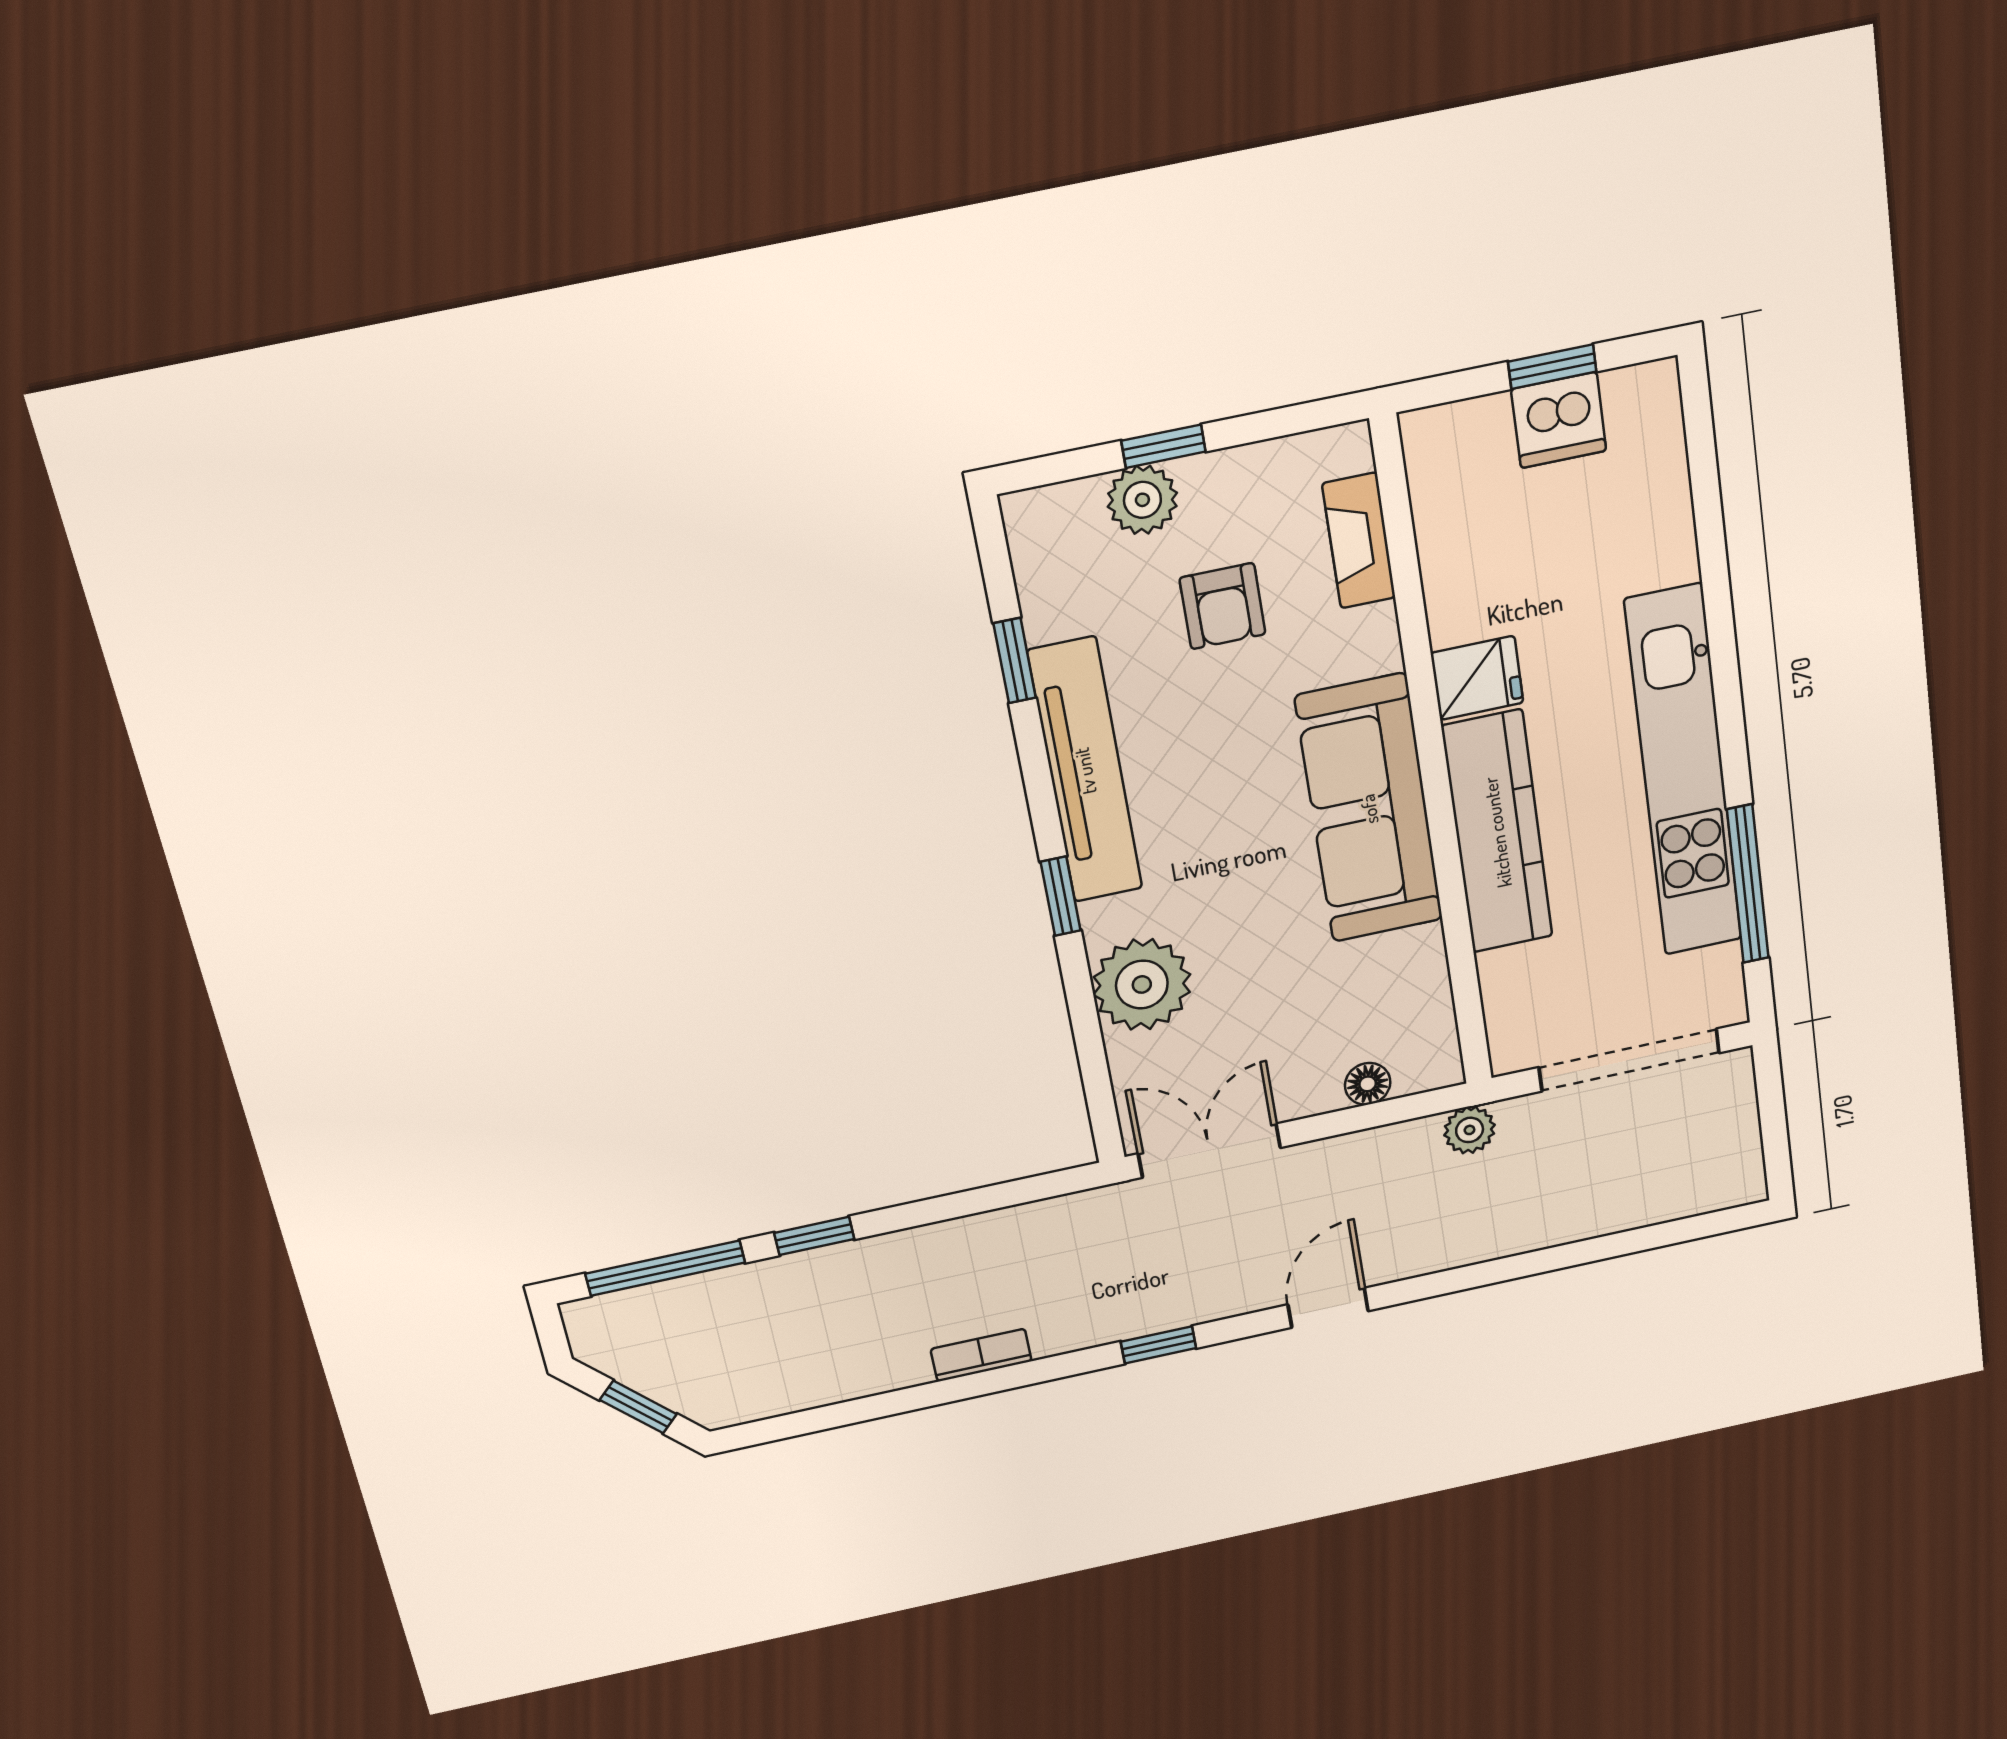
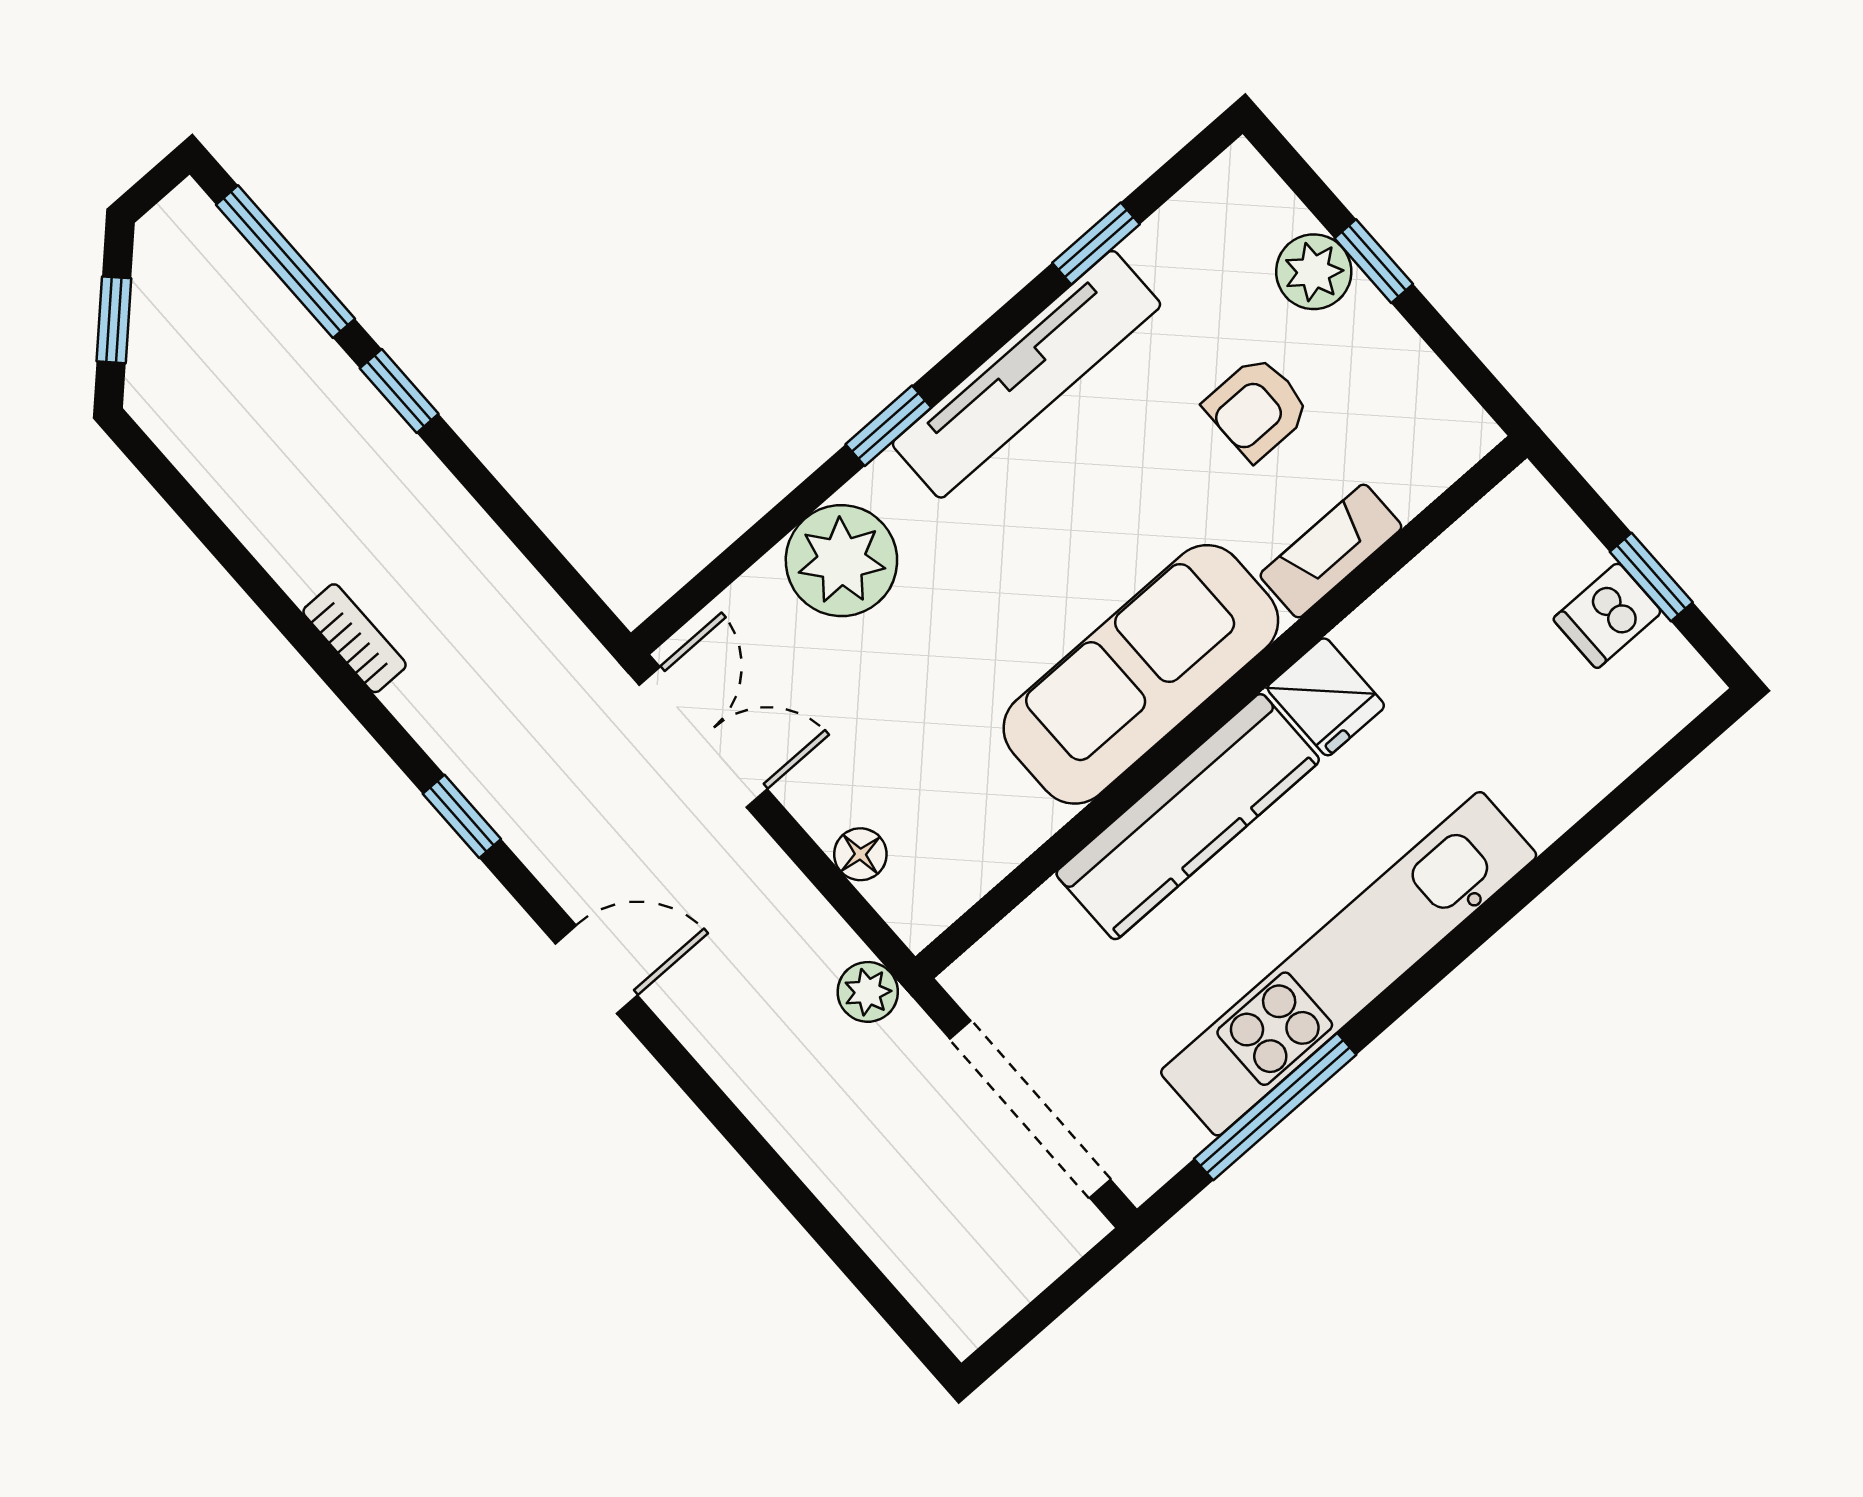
dishwasher: (1559, 420) -> (1607, 615), width x0.73
fireplace: (1359, 541) -> (1331, 551), moved

